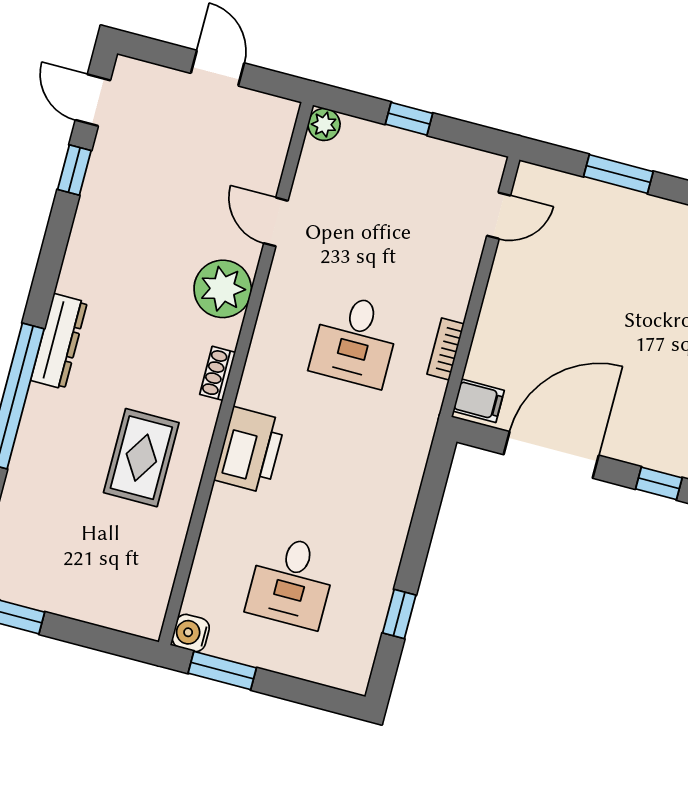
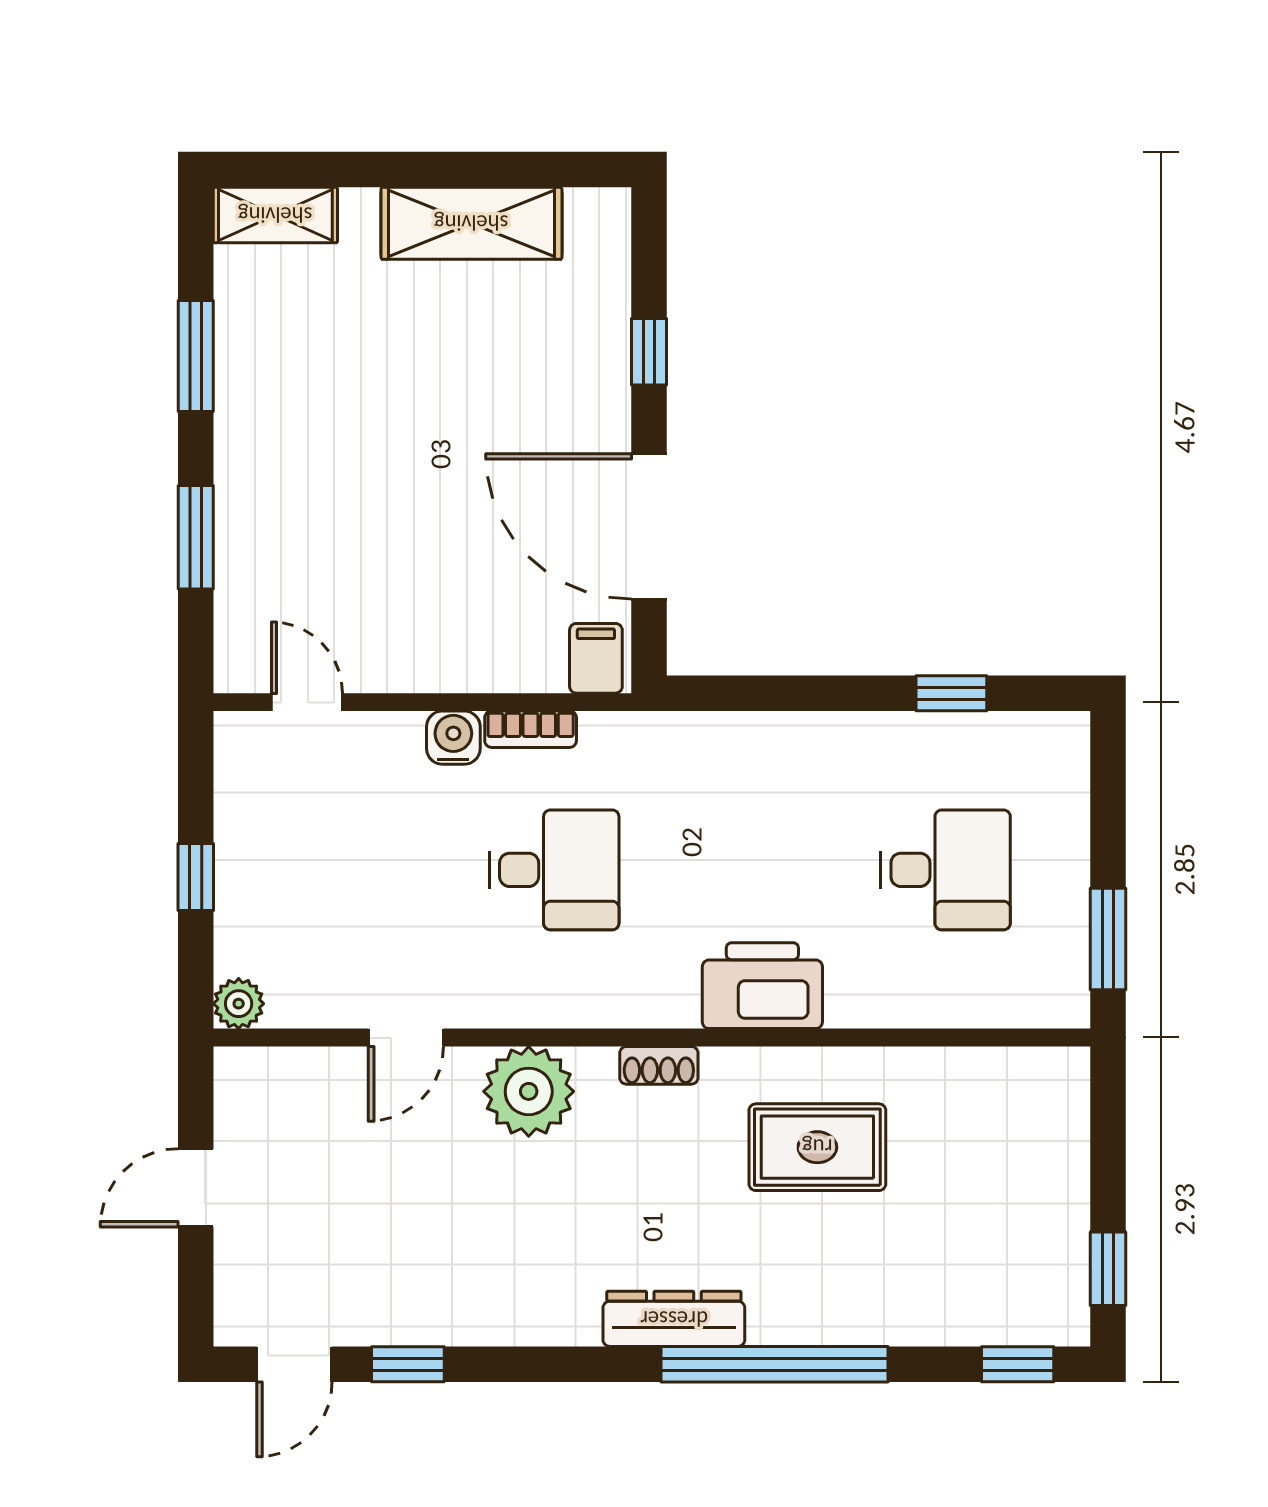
water cooler: (191, 633) -> (453, 738), moved, turned 180

